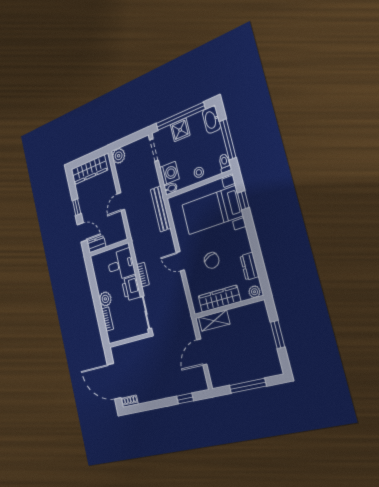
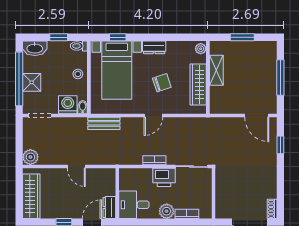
window: (228, 139) -> (59, 37), width x0.46
bench: (161, 209) -> (104, 123), width x0.73
desk: (121, 265) -> (134, 205), moved, turned -90
dresser: (249, 266) -> (154, 47), moved
shelving: (214, 321) -> (216, 70), moved
door: (202, 352) -> (257, 116), moved

